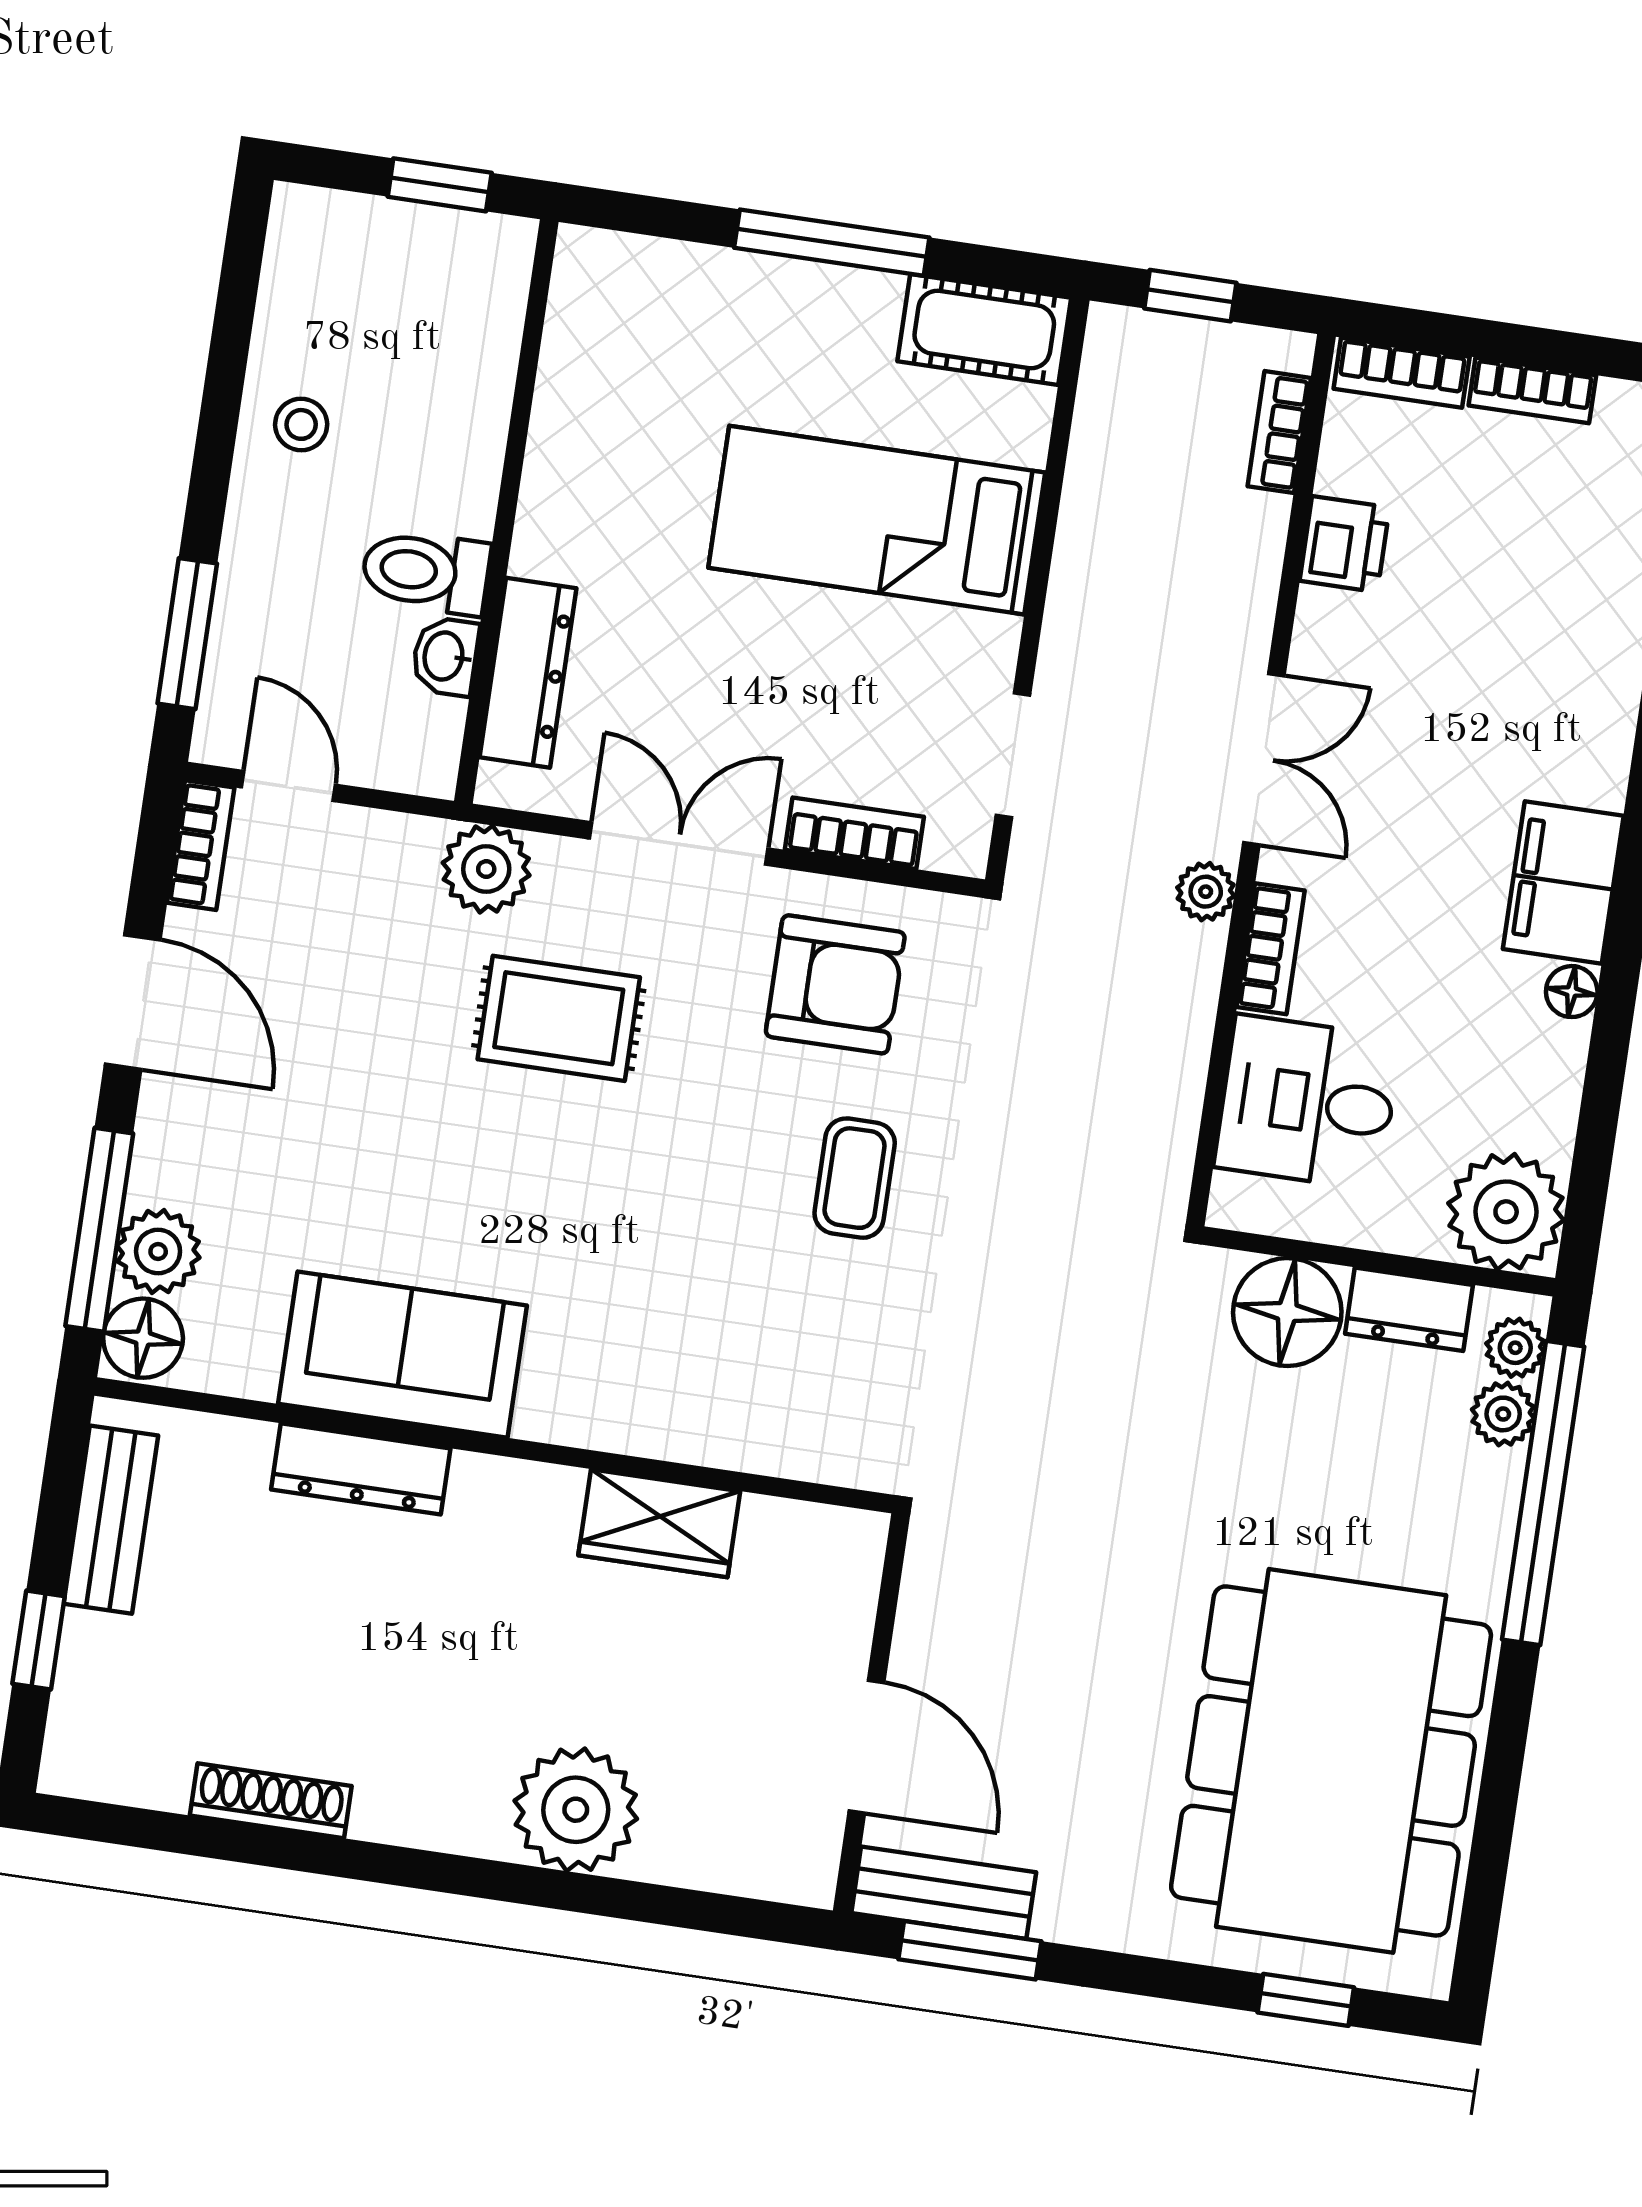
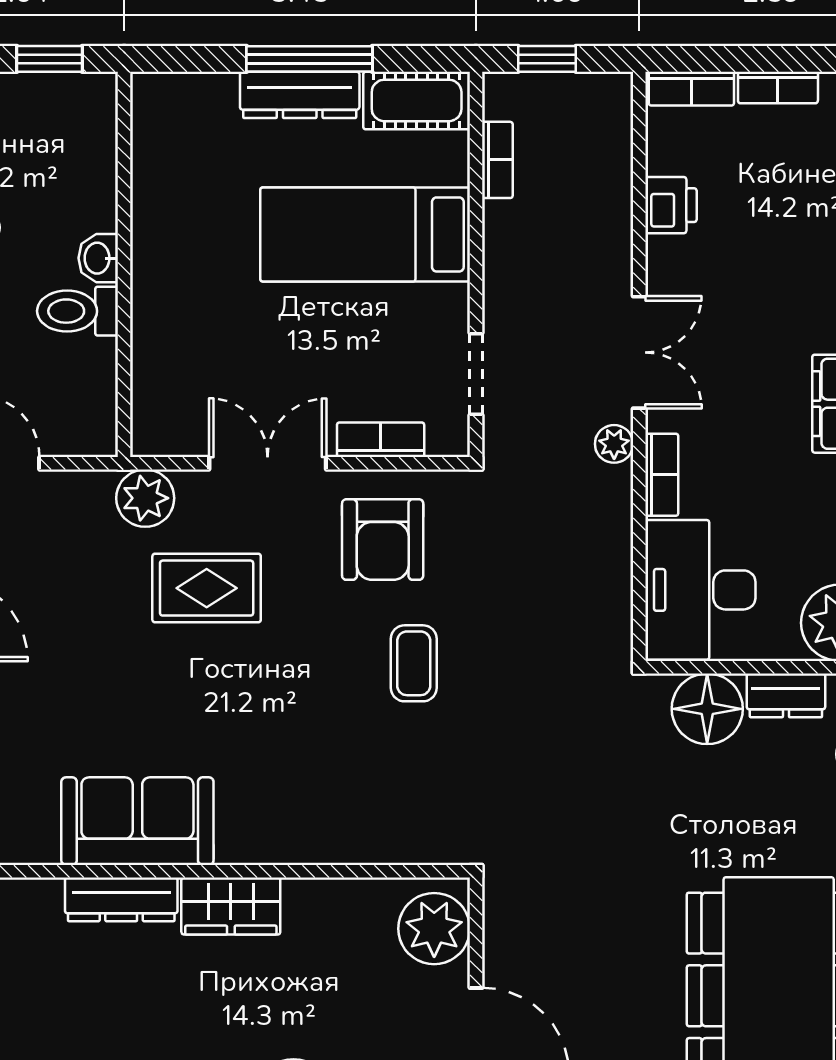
bookcase: (1279, 432) -> (497, 160), moved, turned 180
washbasin: (445, 656) -> (98, 258), moved
dresser: (528, 673) -> (300, 95), moved, turned 90
armchair: (835, 984) -> (383, 540), turned 90
desk: (1307, 1102) -> (700, 590), width x1.37
wardrobe: (659, 1523) -> (231, 906), moved
plant: (826, 1583) -> (434, 929), added

